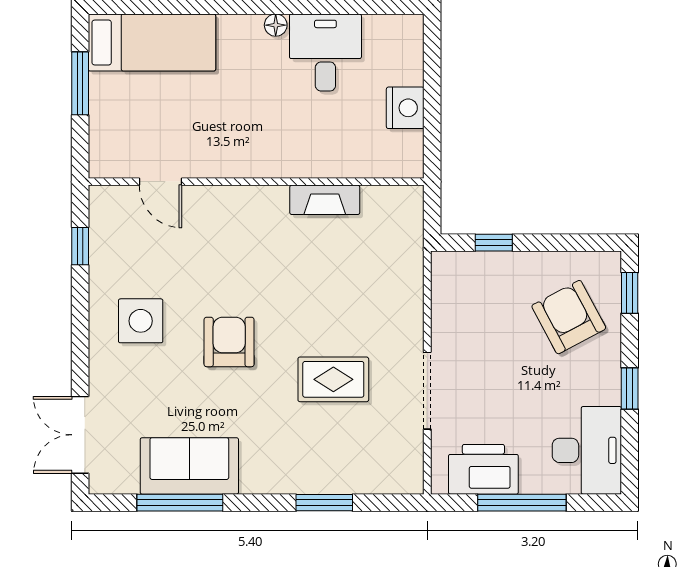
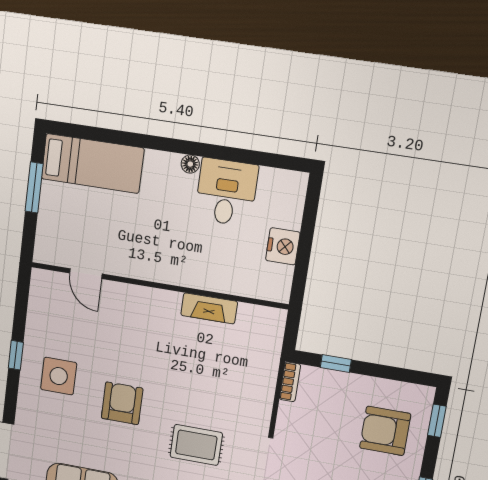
window: (80, 246) -> (16, 355), moved
bookcase: (440, 276) -> (290, 382), added
armchair: (569, 317) -> (385, 431), turned -62

